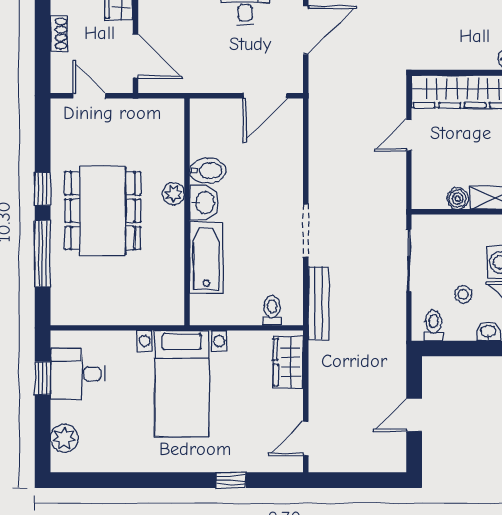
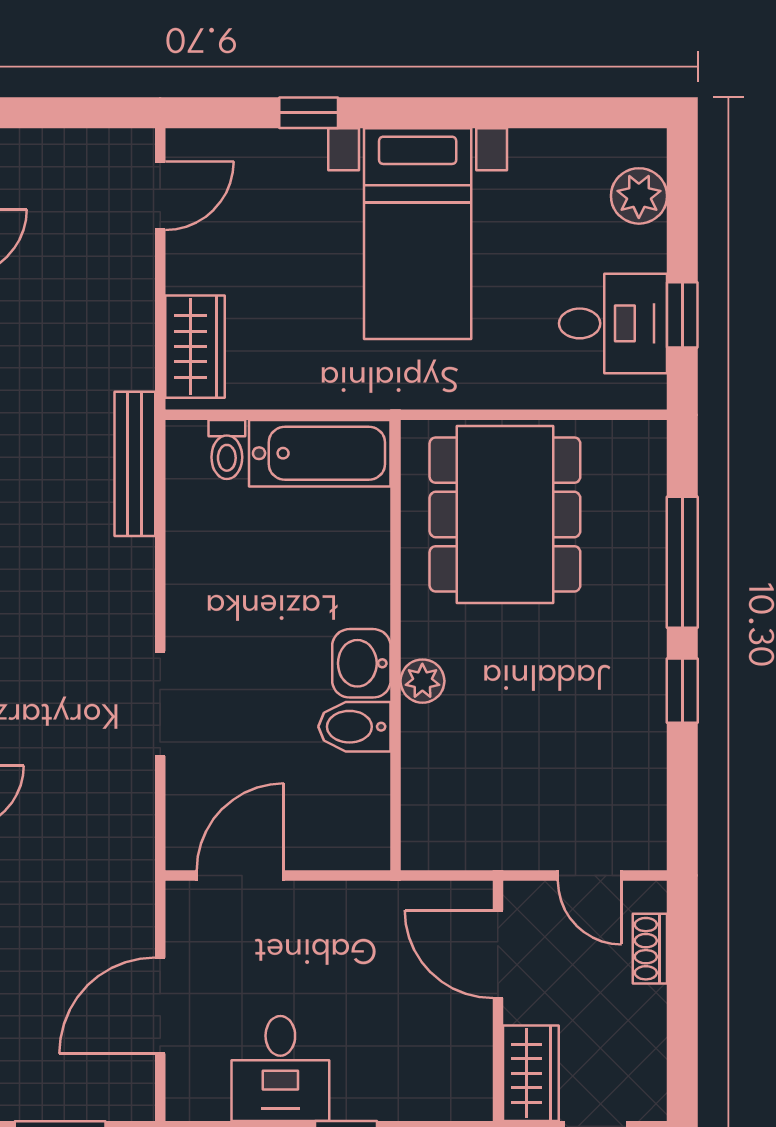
shoe rack: (59, 34) -> (650, 949), moved
dining table: (103, 211) -> (505, 514), moved
doorway: (306, 231) -> (160, 704), moved
bathtub: (206, 258) -> (320, 453), moved, turned -90
bed with nightstands: (182, 384) -> (418, 234), moved, turned 180

